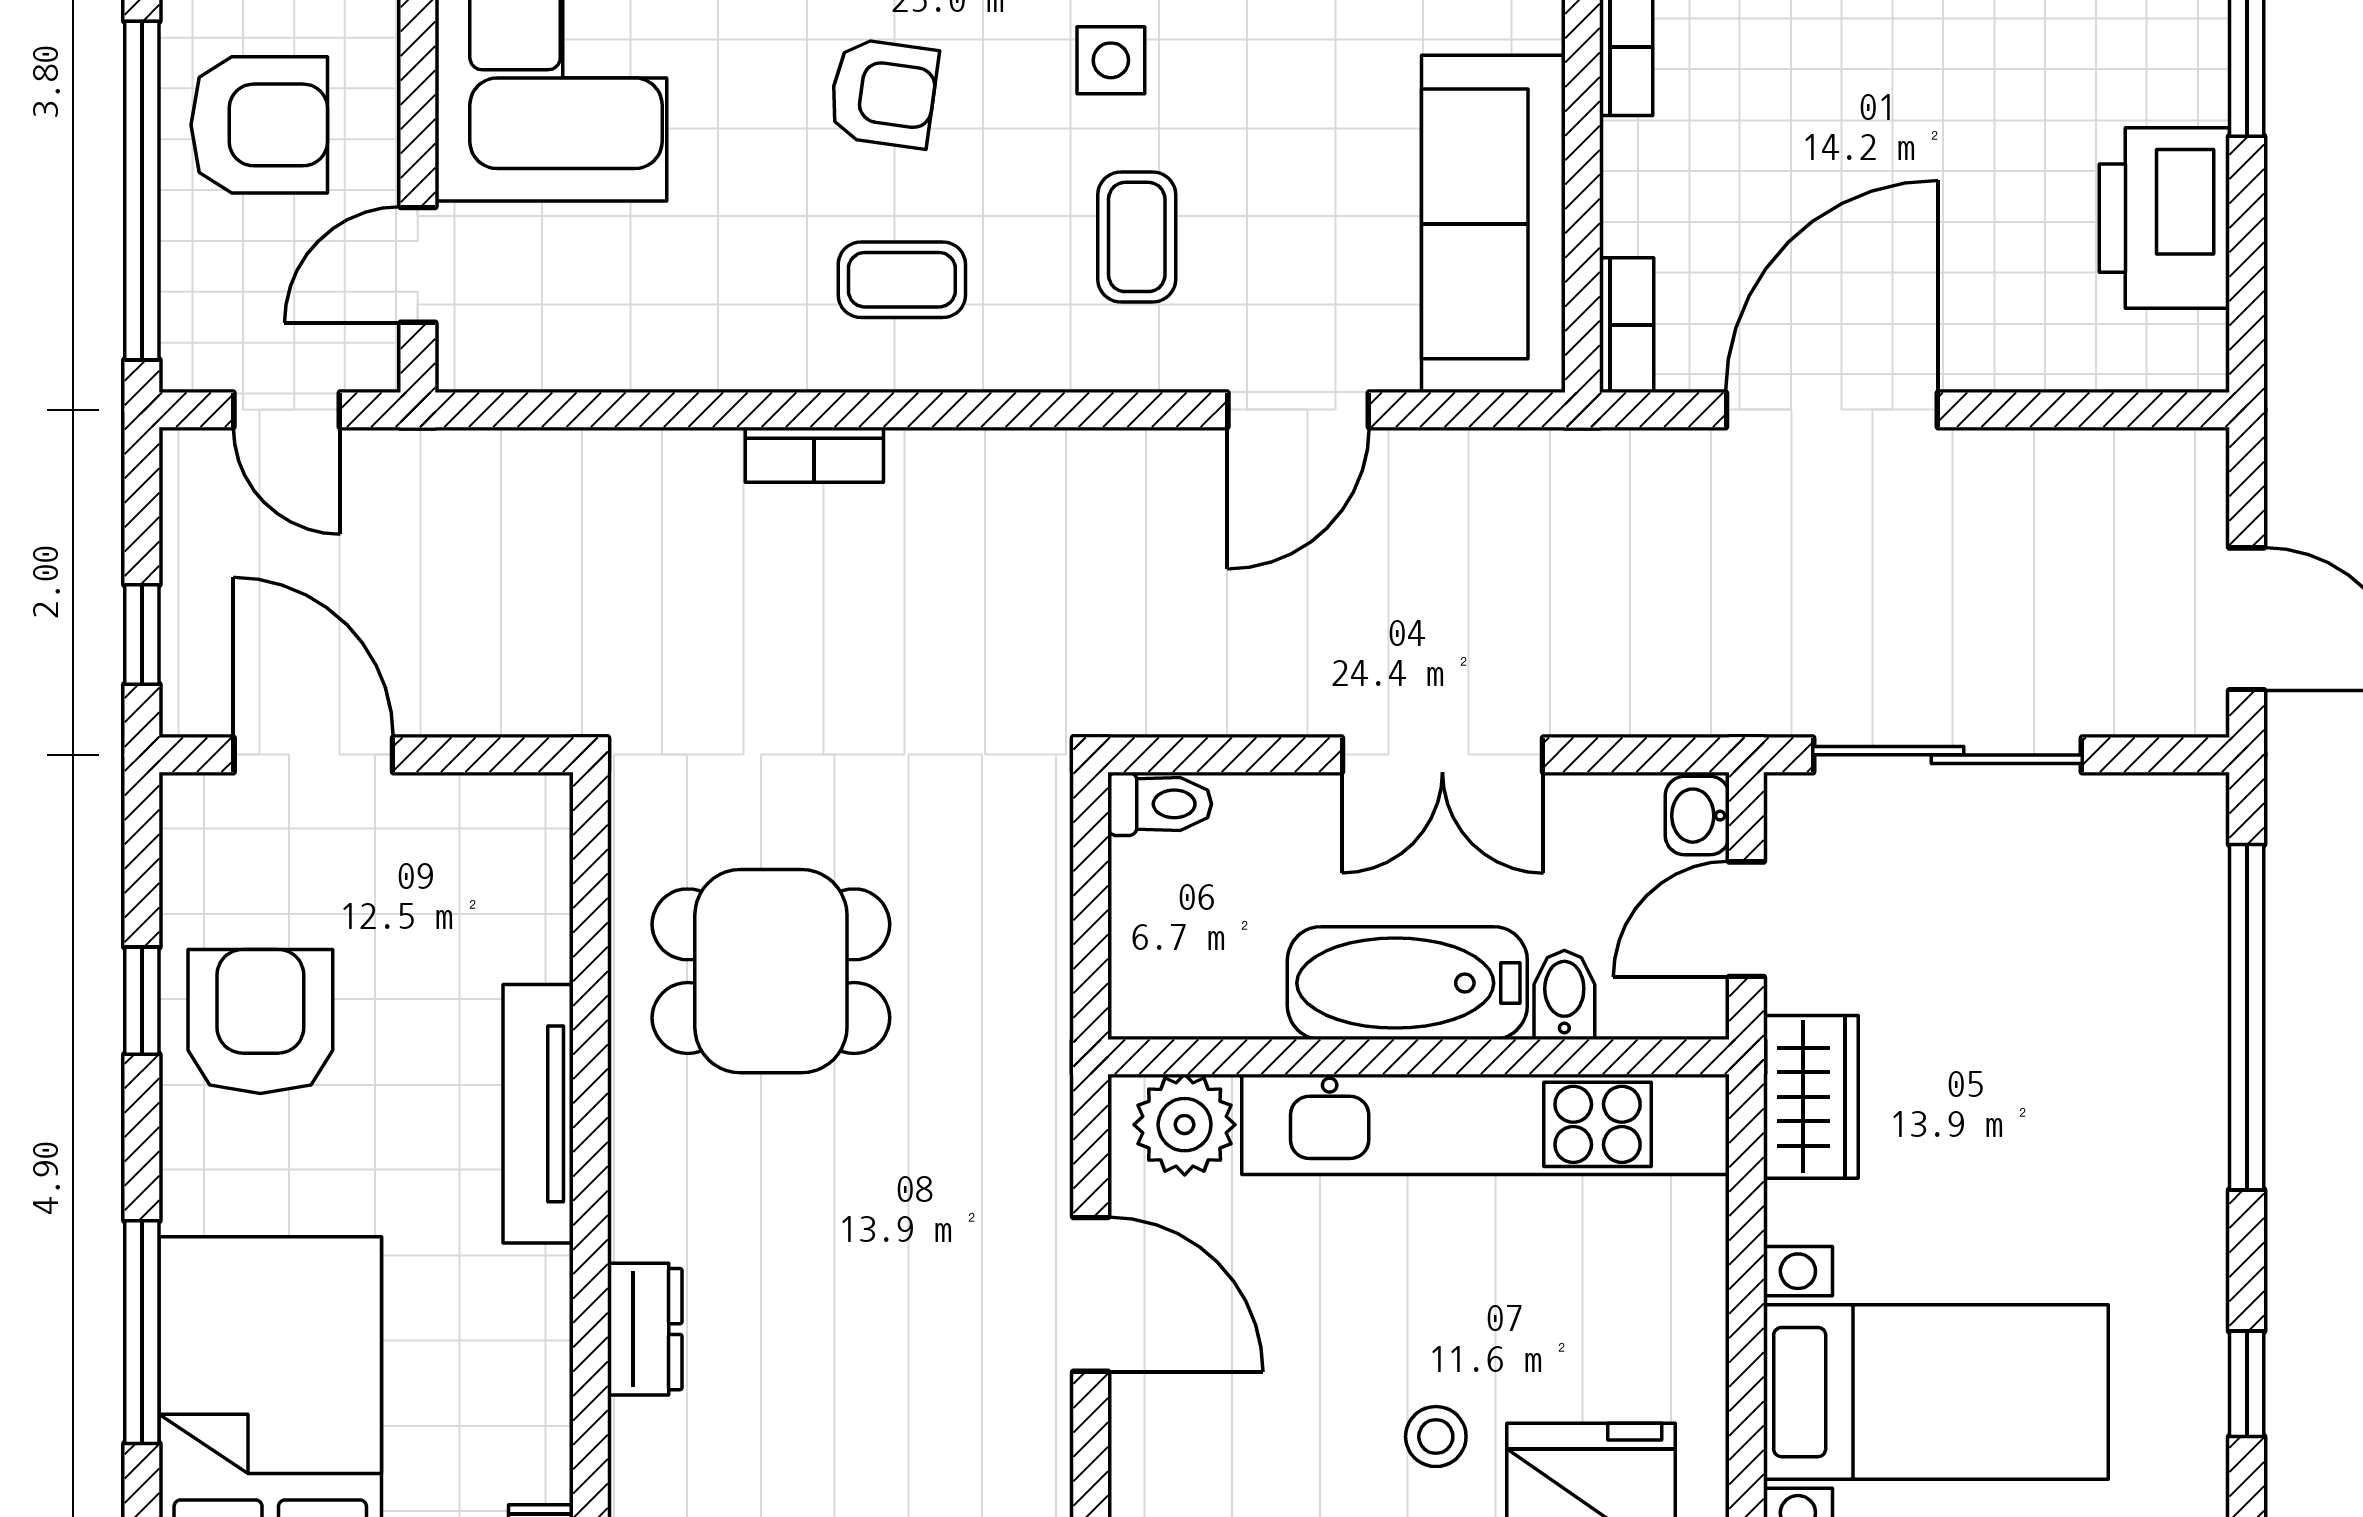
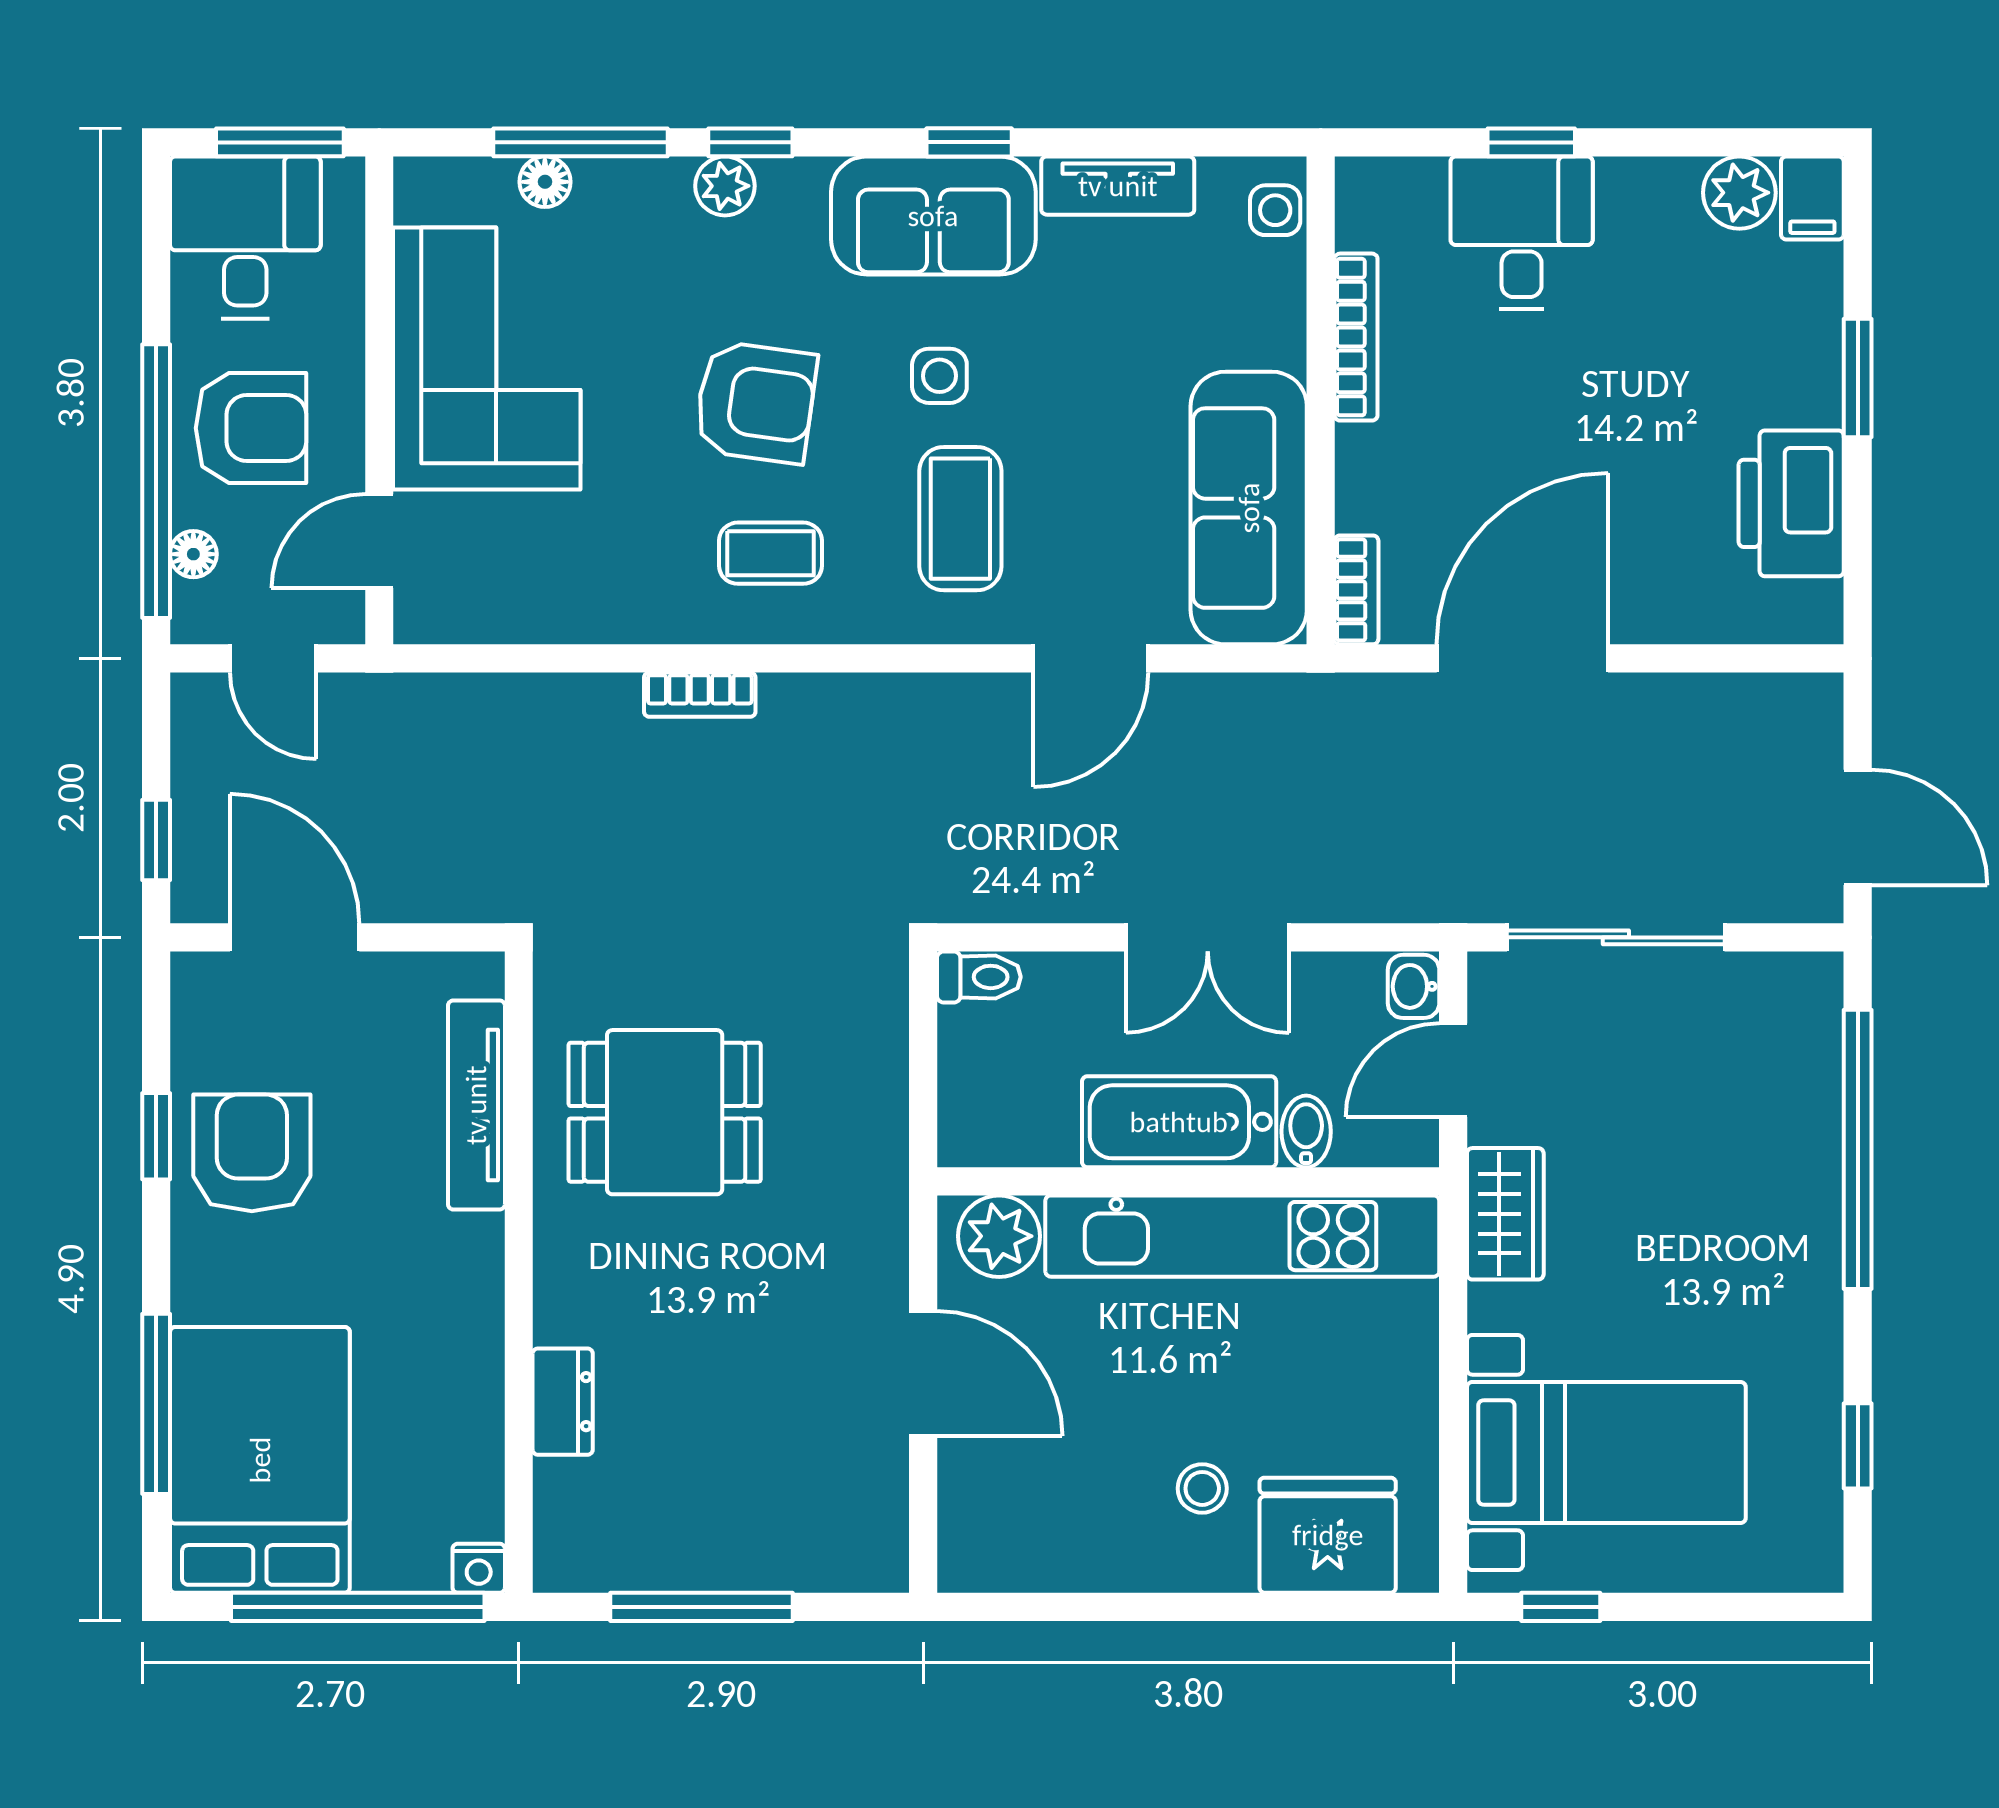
armchair: (883, 93) -> (755, 402), width x1.38, depth x1.38
coffee table: (1137, 237) -> (960, 519), width x1.36, depth x1.30
floor lamp: (188, 281) -> (193, 554), added
tv unit: (538, 1114) -> (476, 1105), moved

